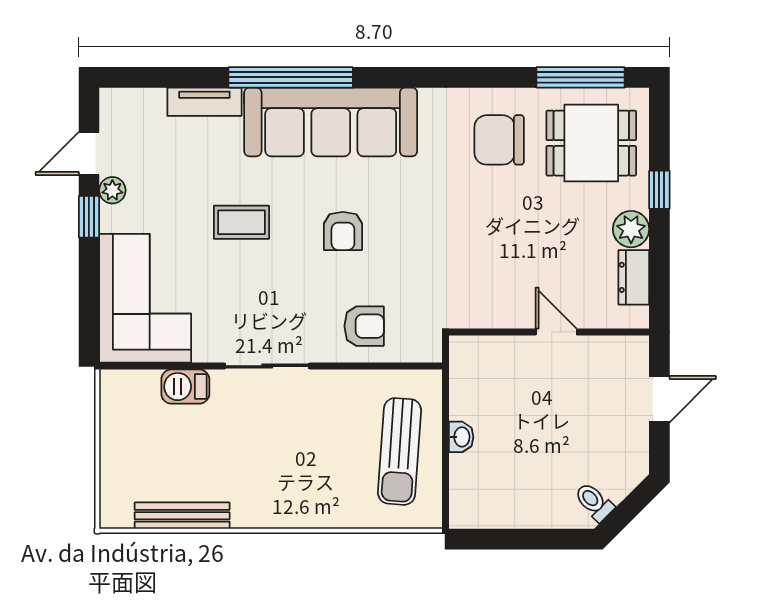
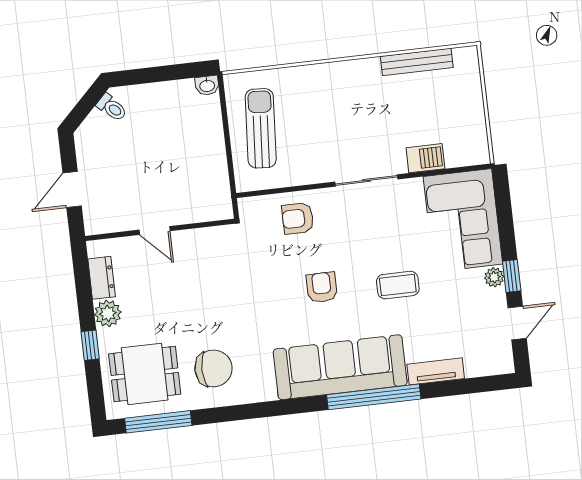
plant: (112, 190) -> (494, 277), moved
washbasin: (461, 437) -> (207, 85), moved, turned -90

